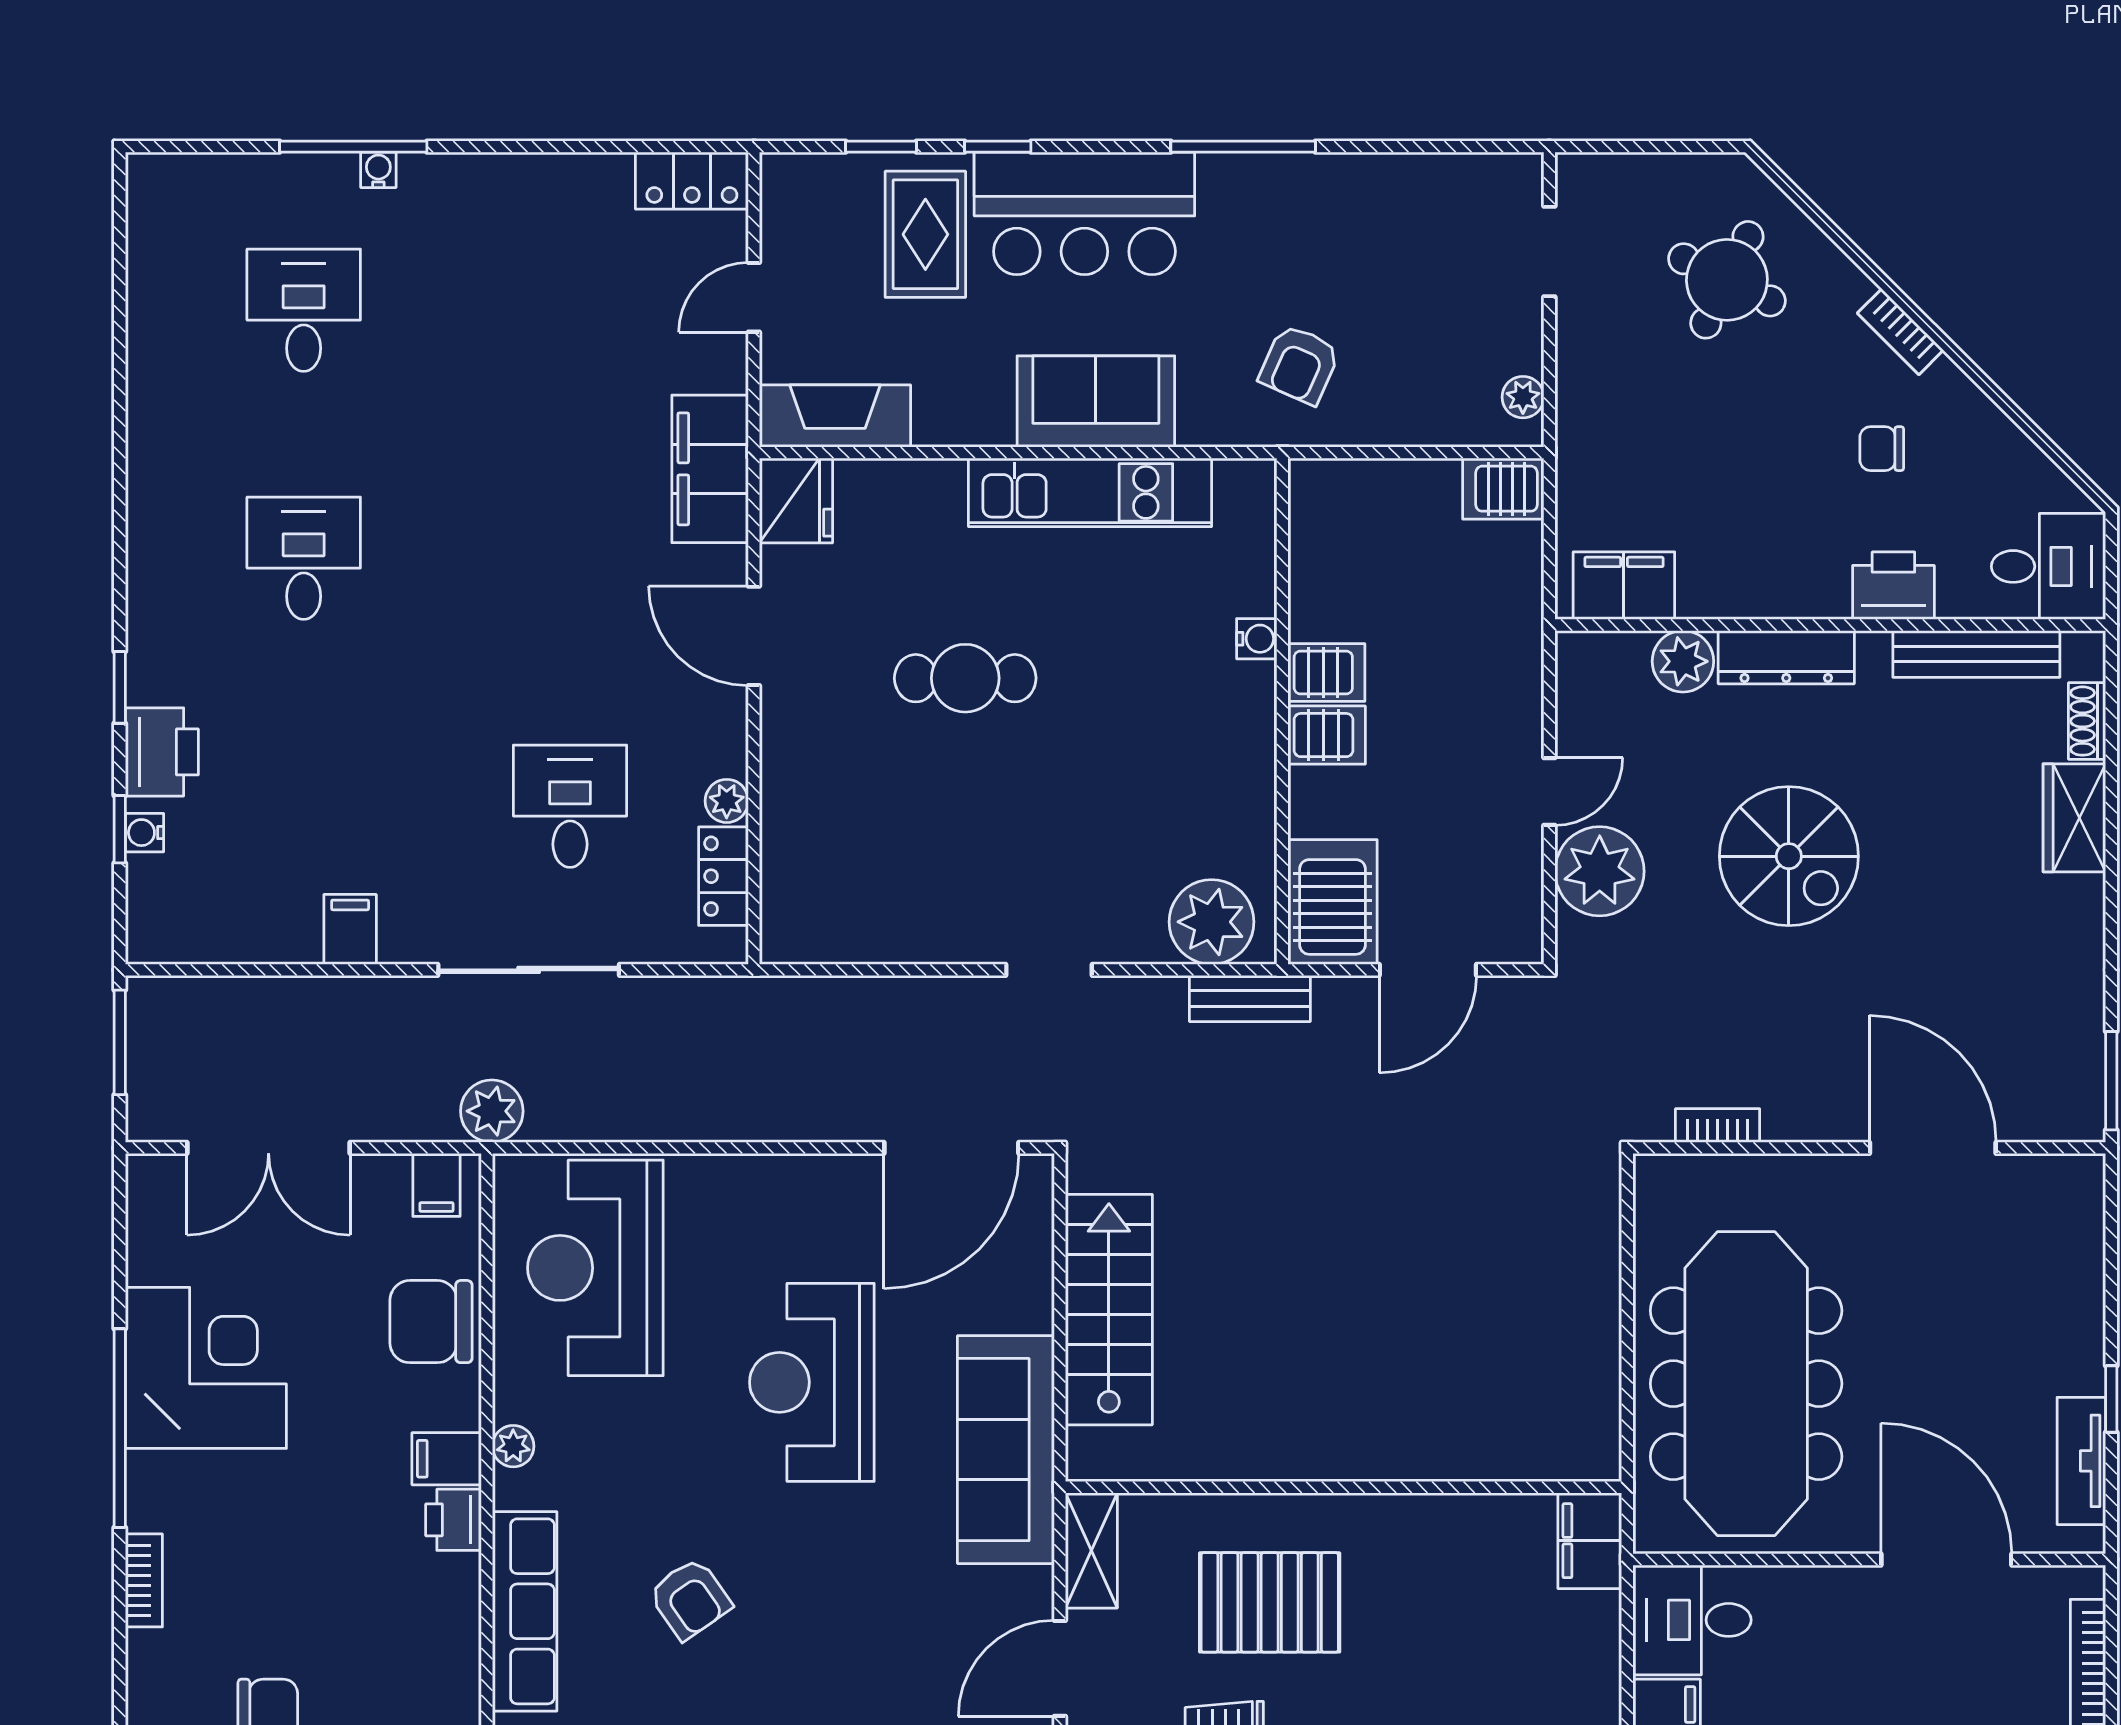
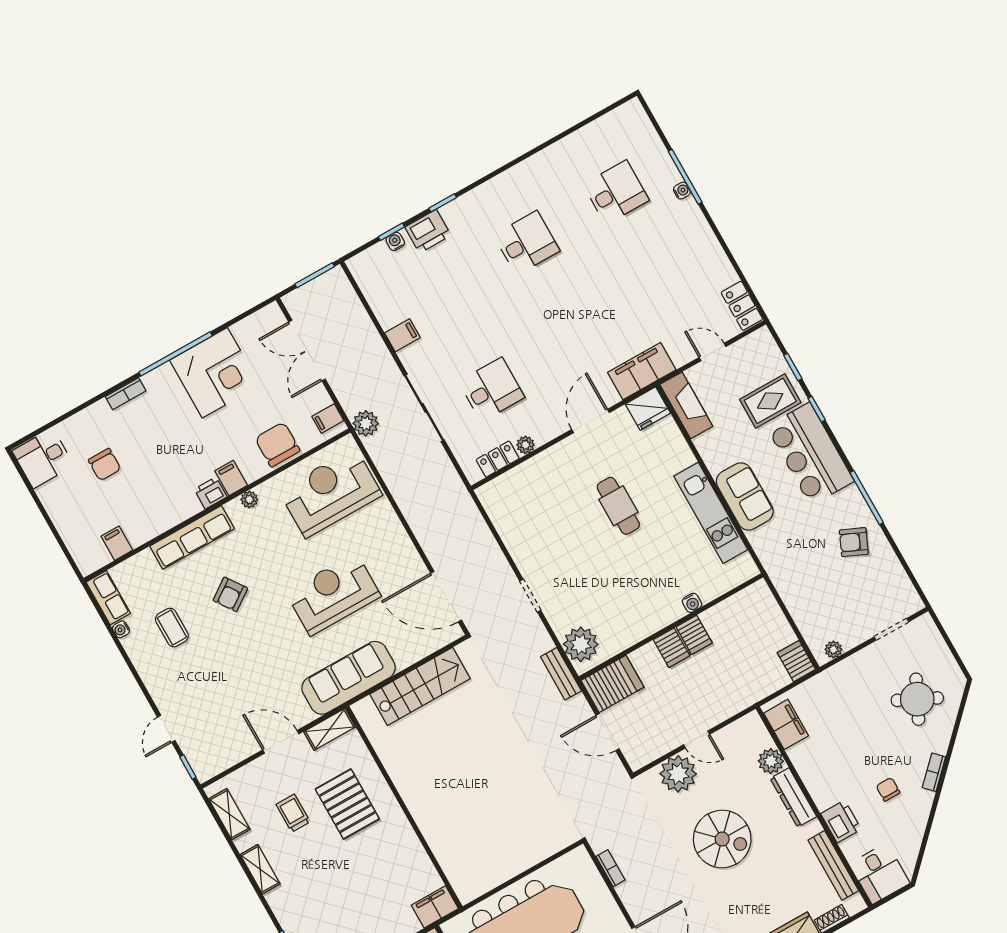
armchair: (1300, 364) -> (854, 542), moved
spiral stairs: (1789, 856) -> (722, 839), turned -90

